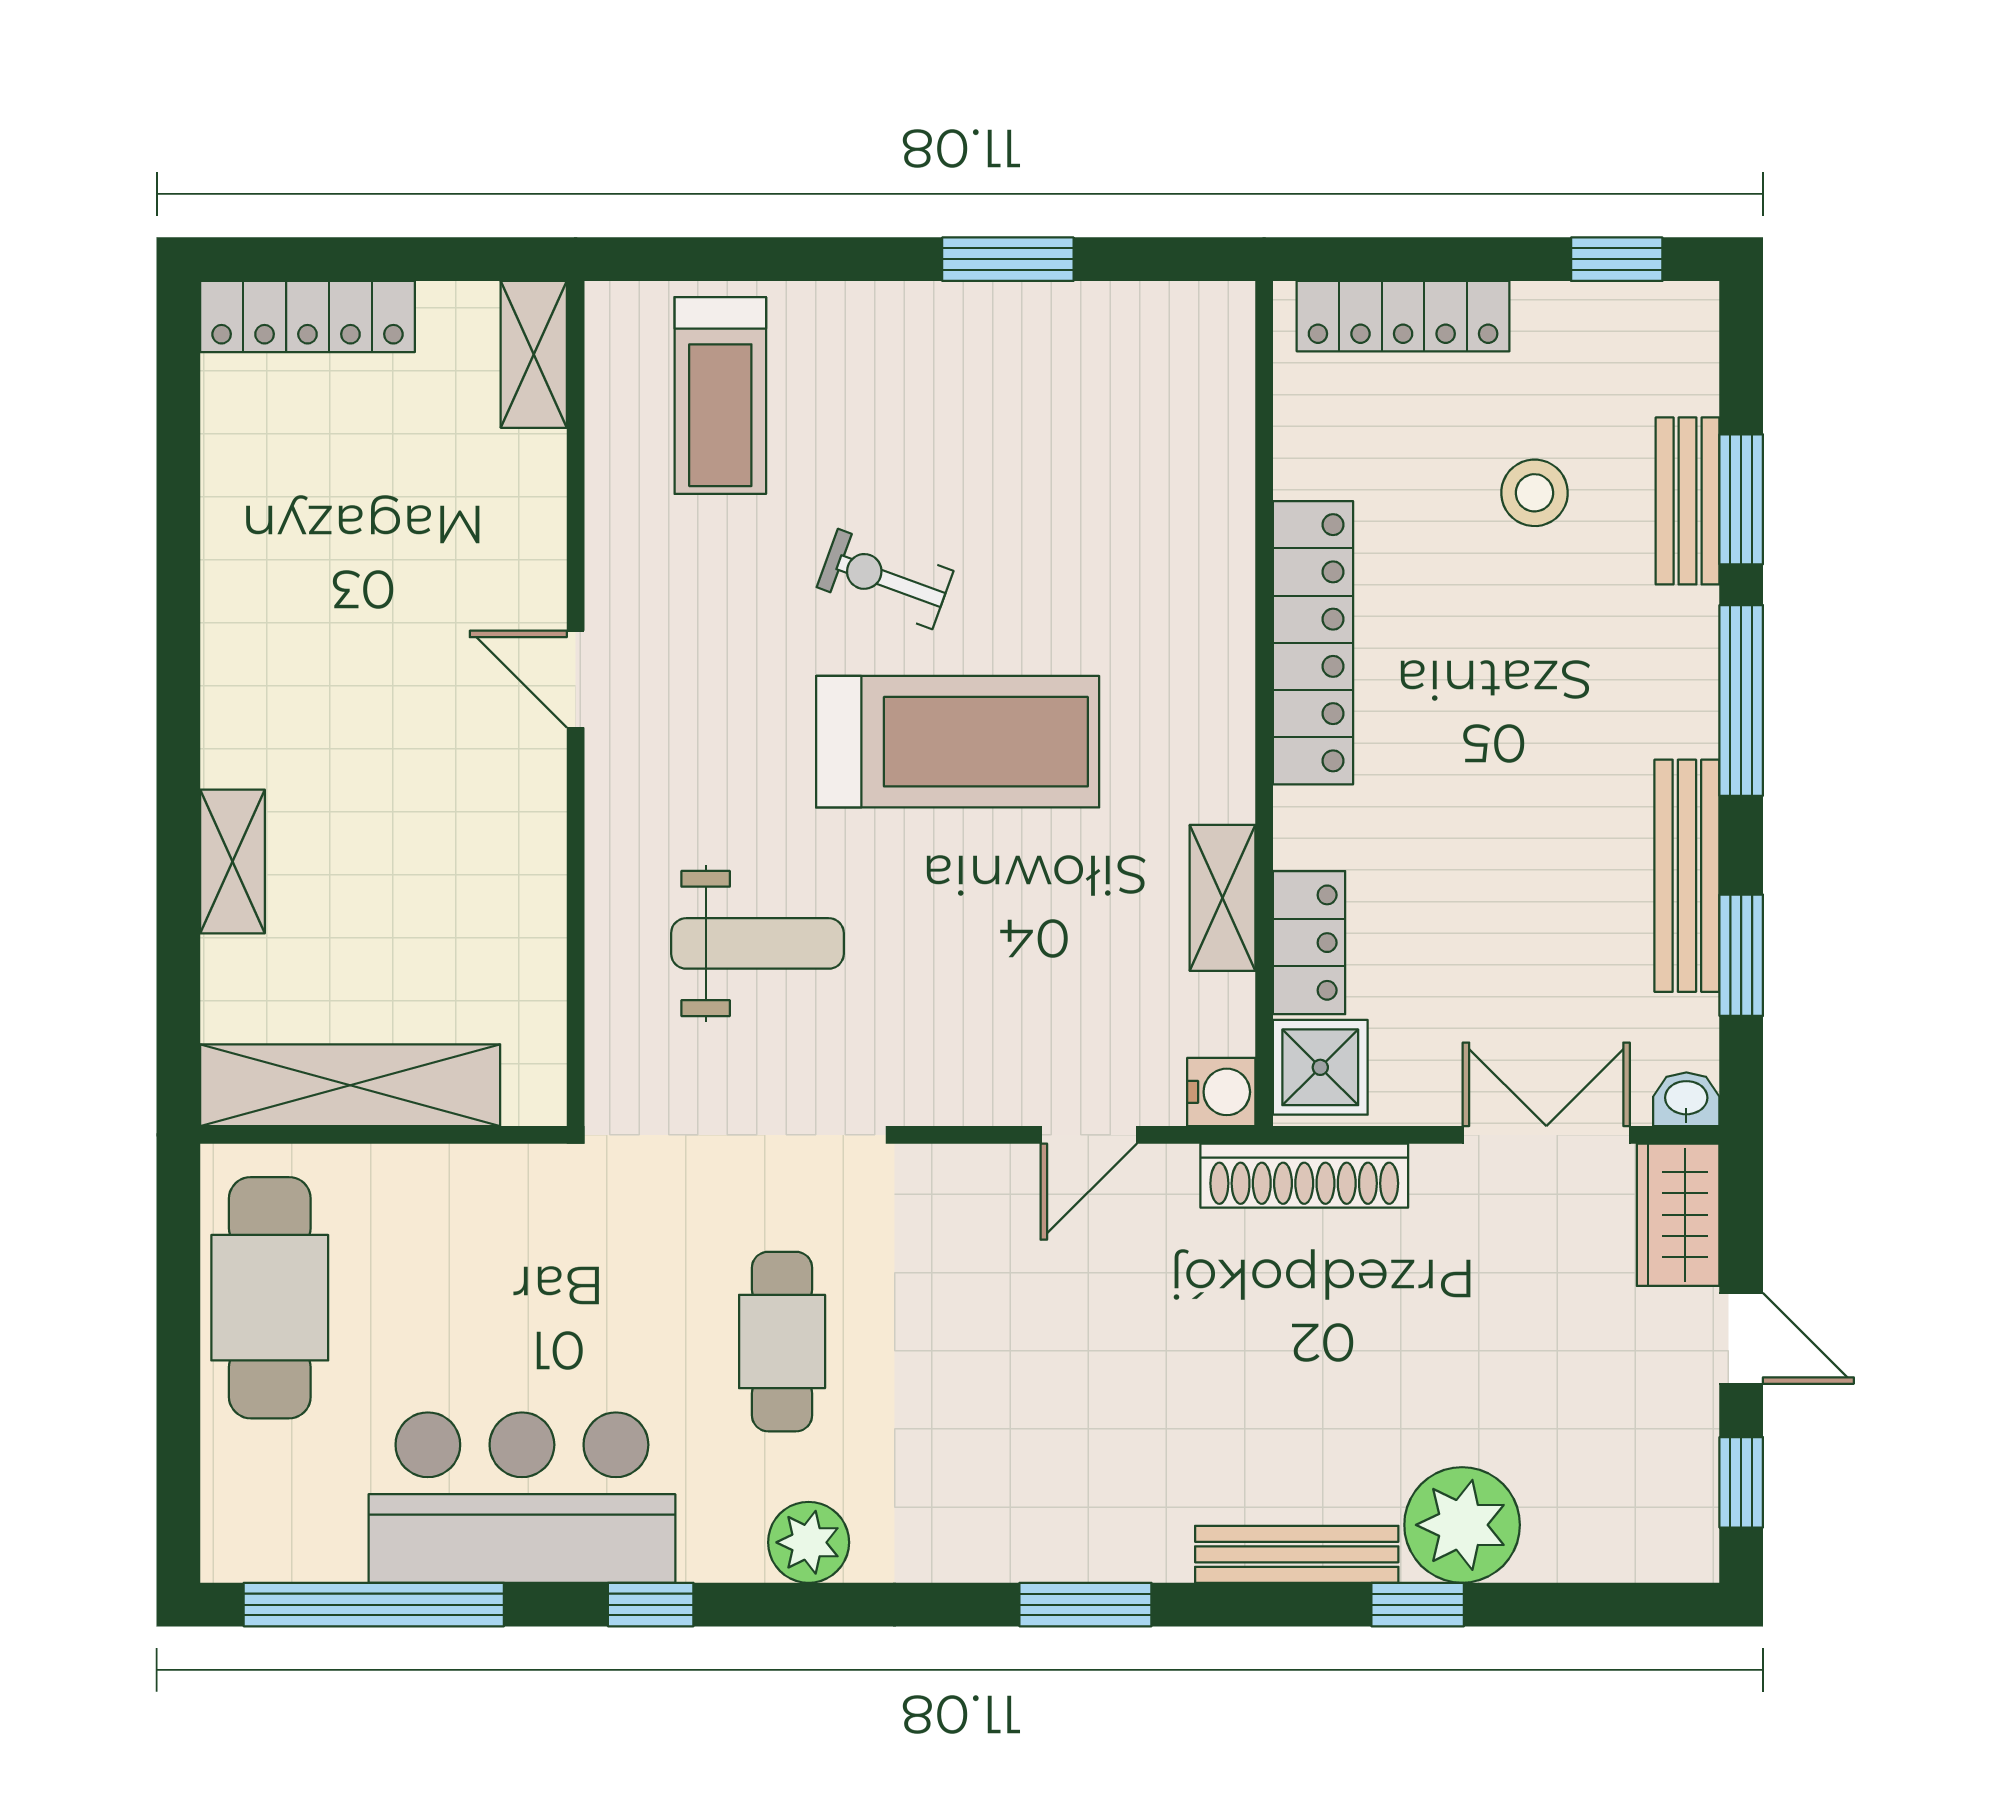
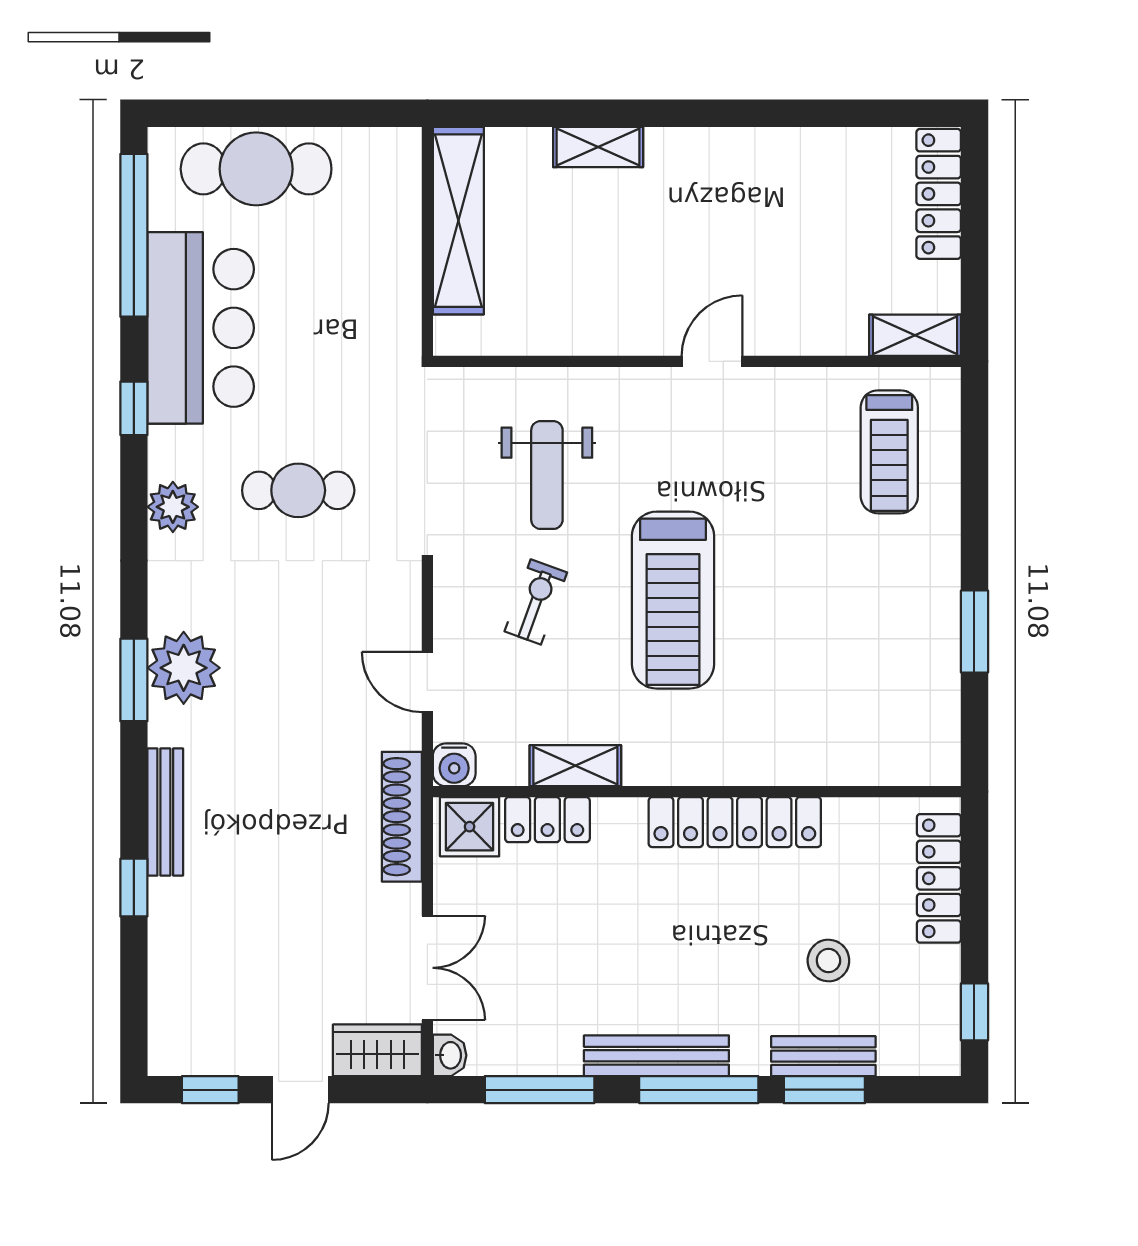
treadmill: (720, 396) -> (889, 452), turned -90
exercise bike: (885, 579) -> (536, 602), moved
bench: (1687, 876) -> (656, 1056), moved
window: (1741, 955) -> (540, 1090), width x1.44
cafe table: (270, 1298) -> (256, 169), moved
plant: (1462, 1525) -> (184, 668), moved

